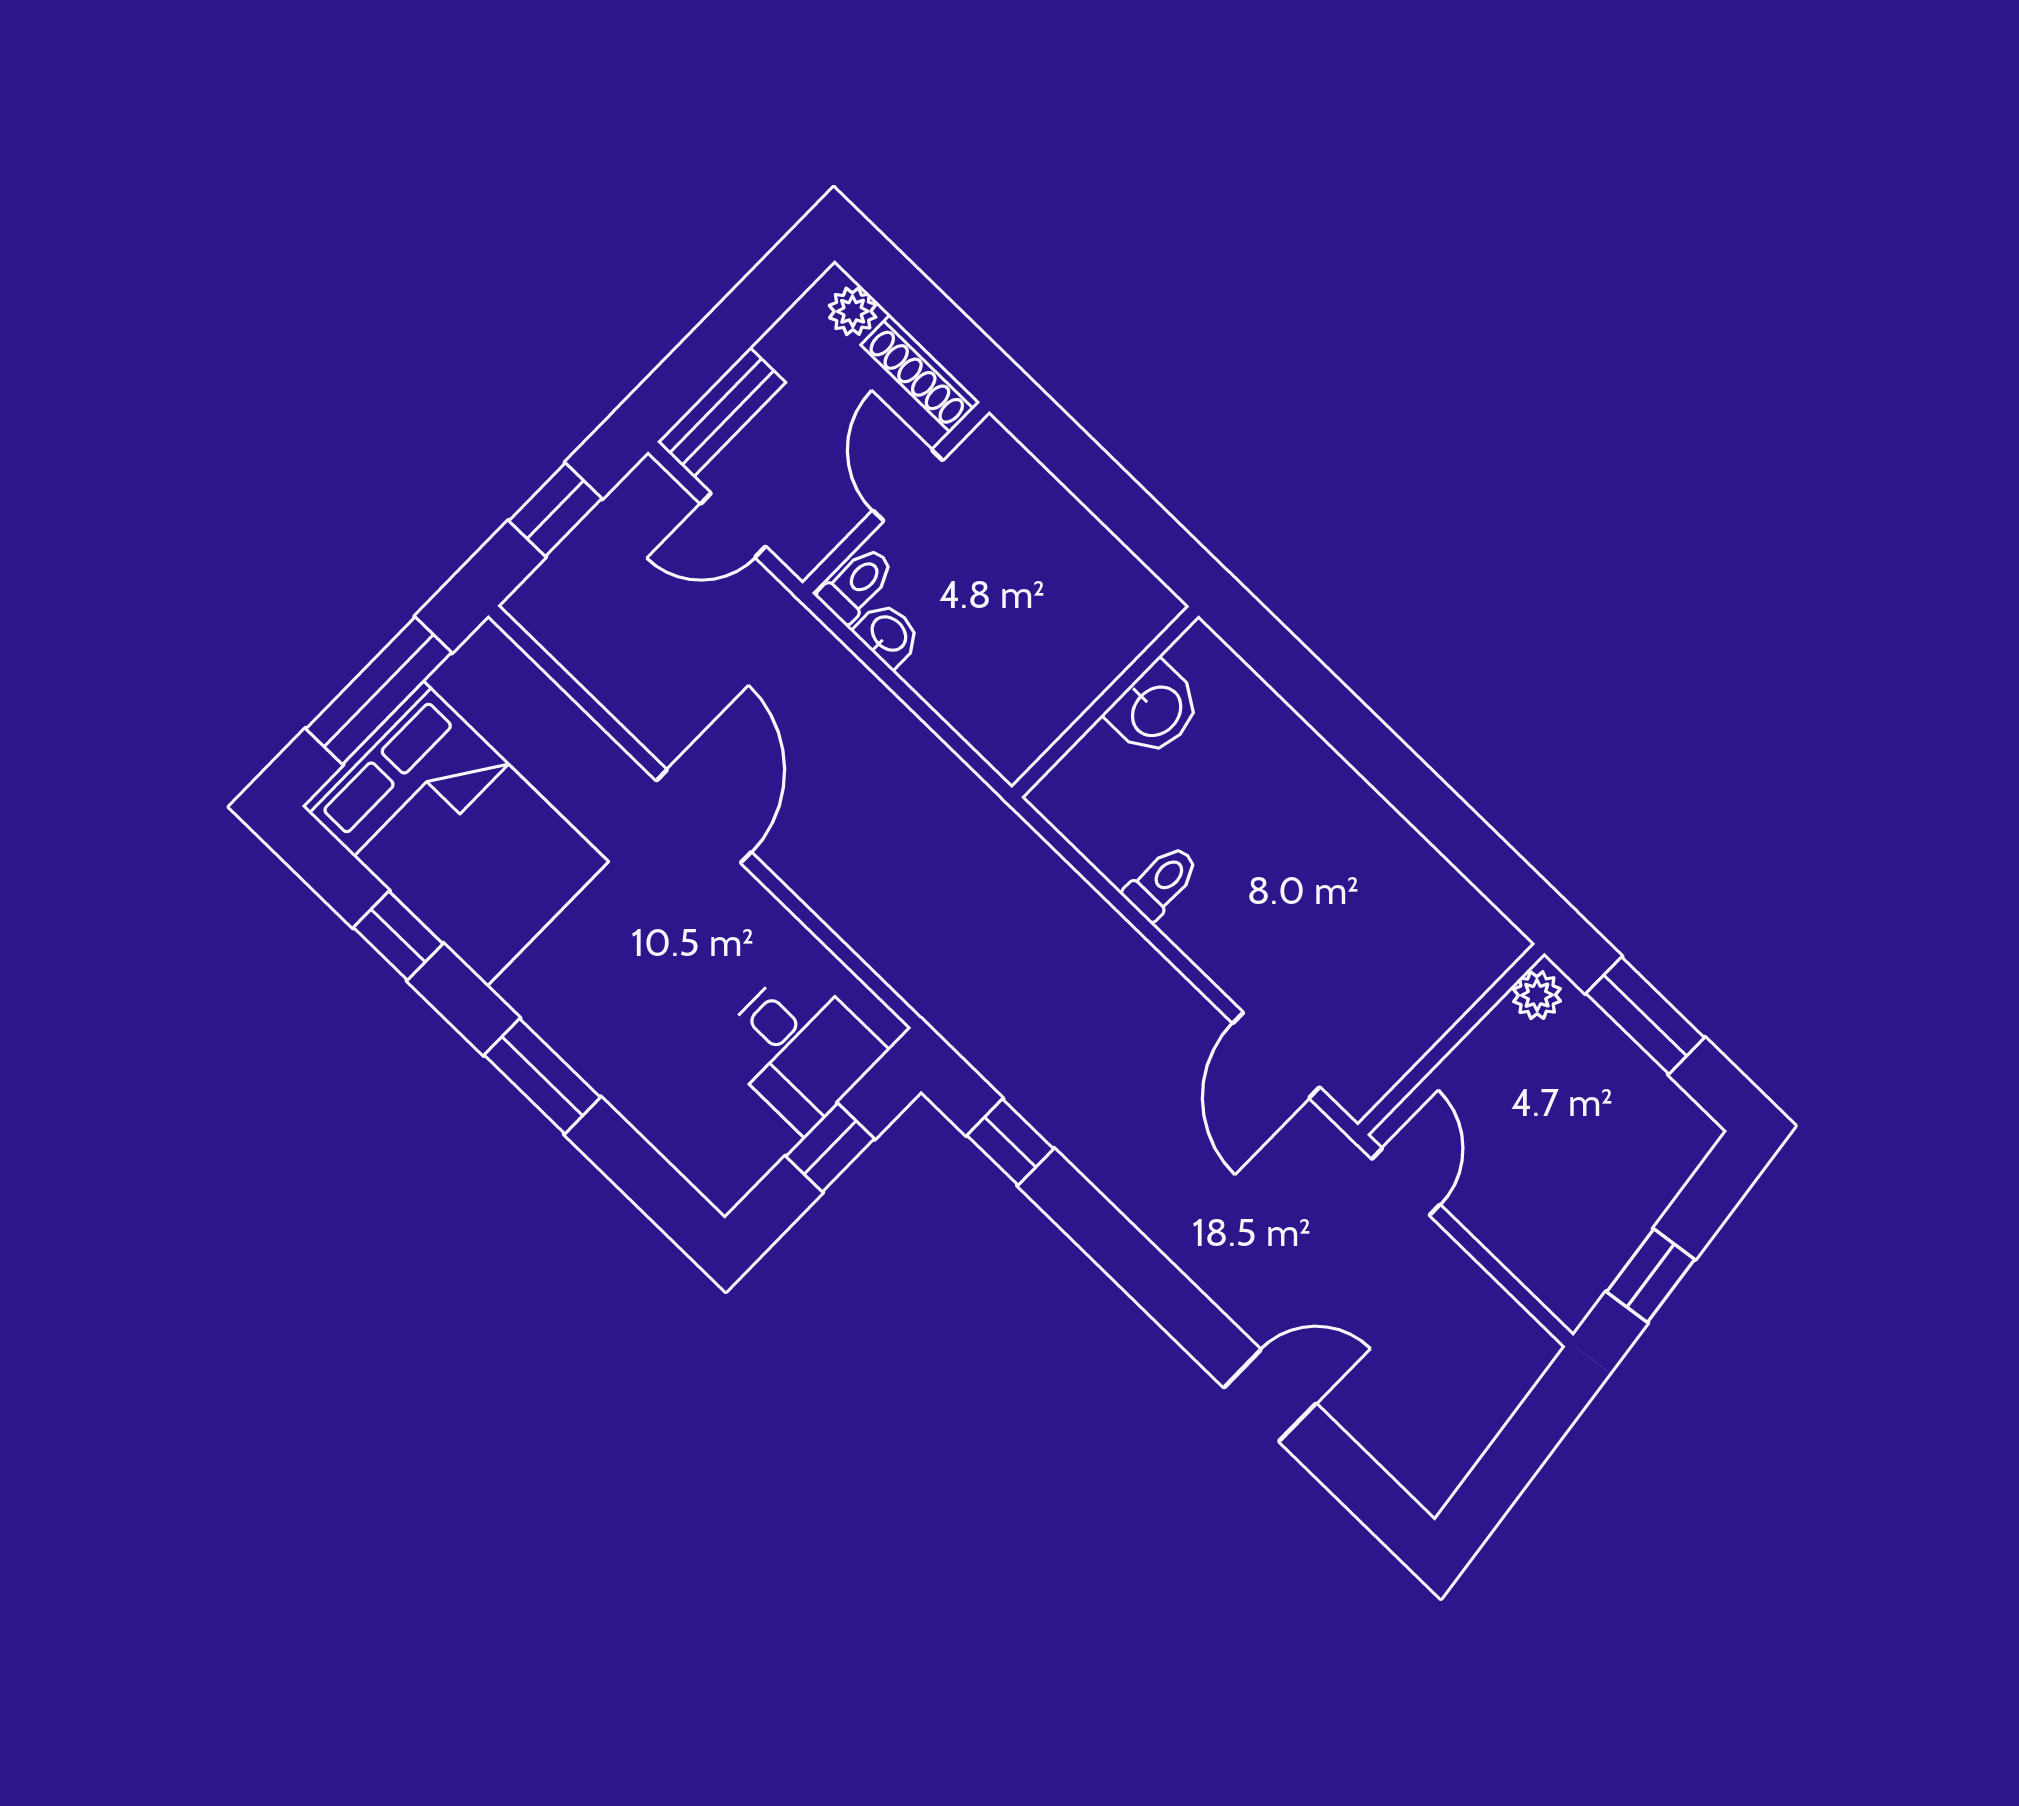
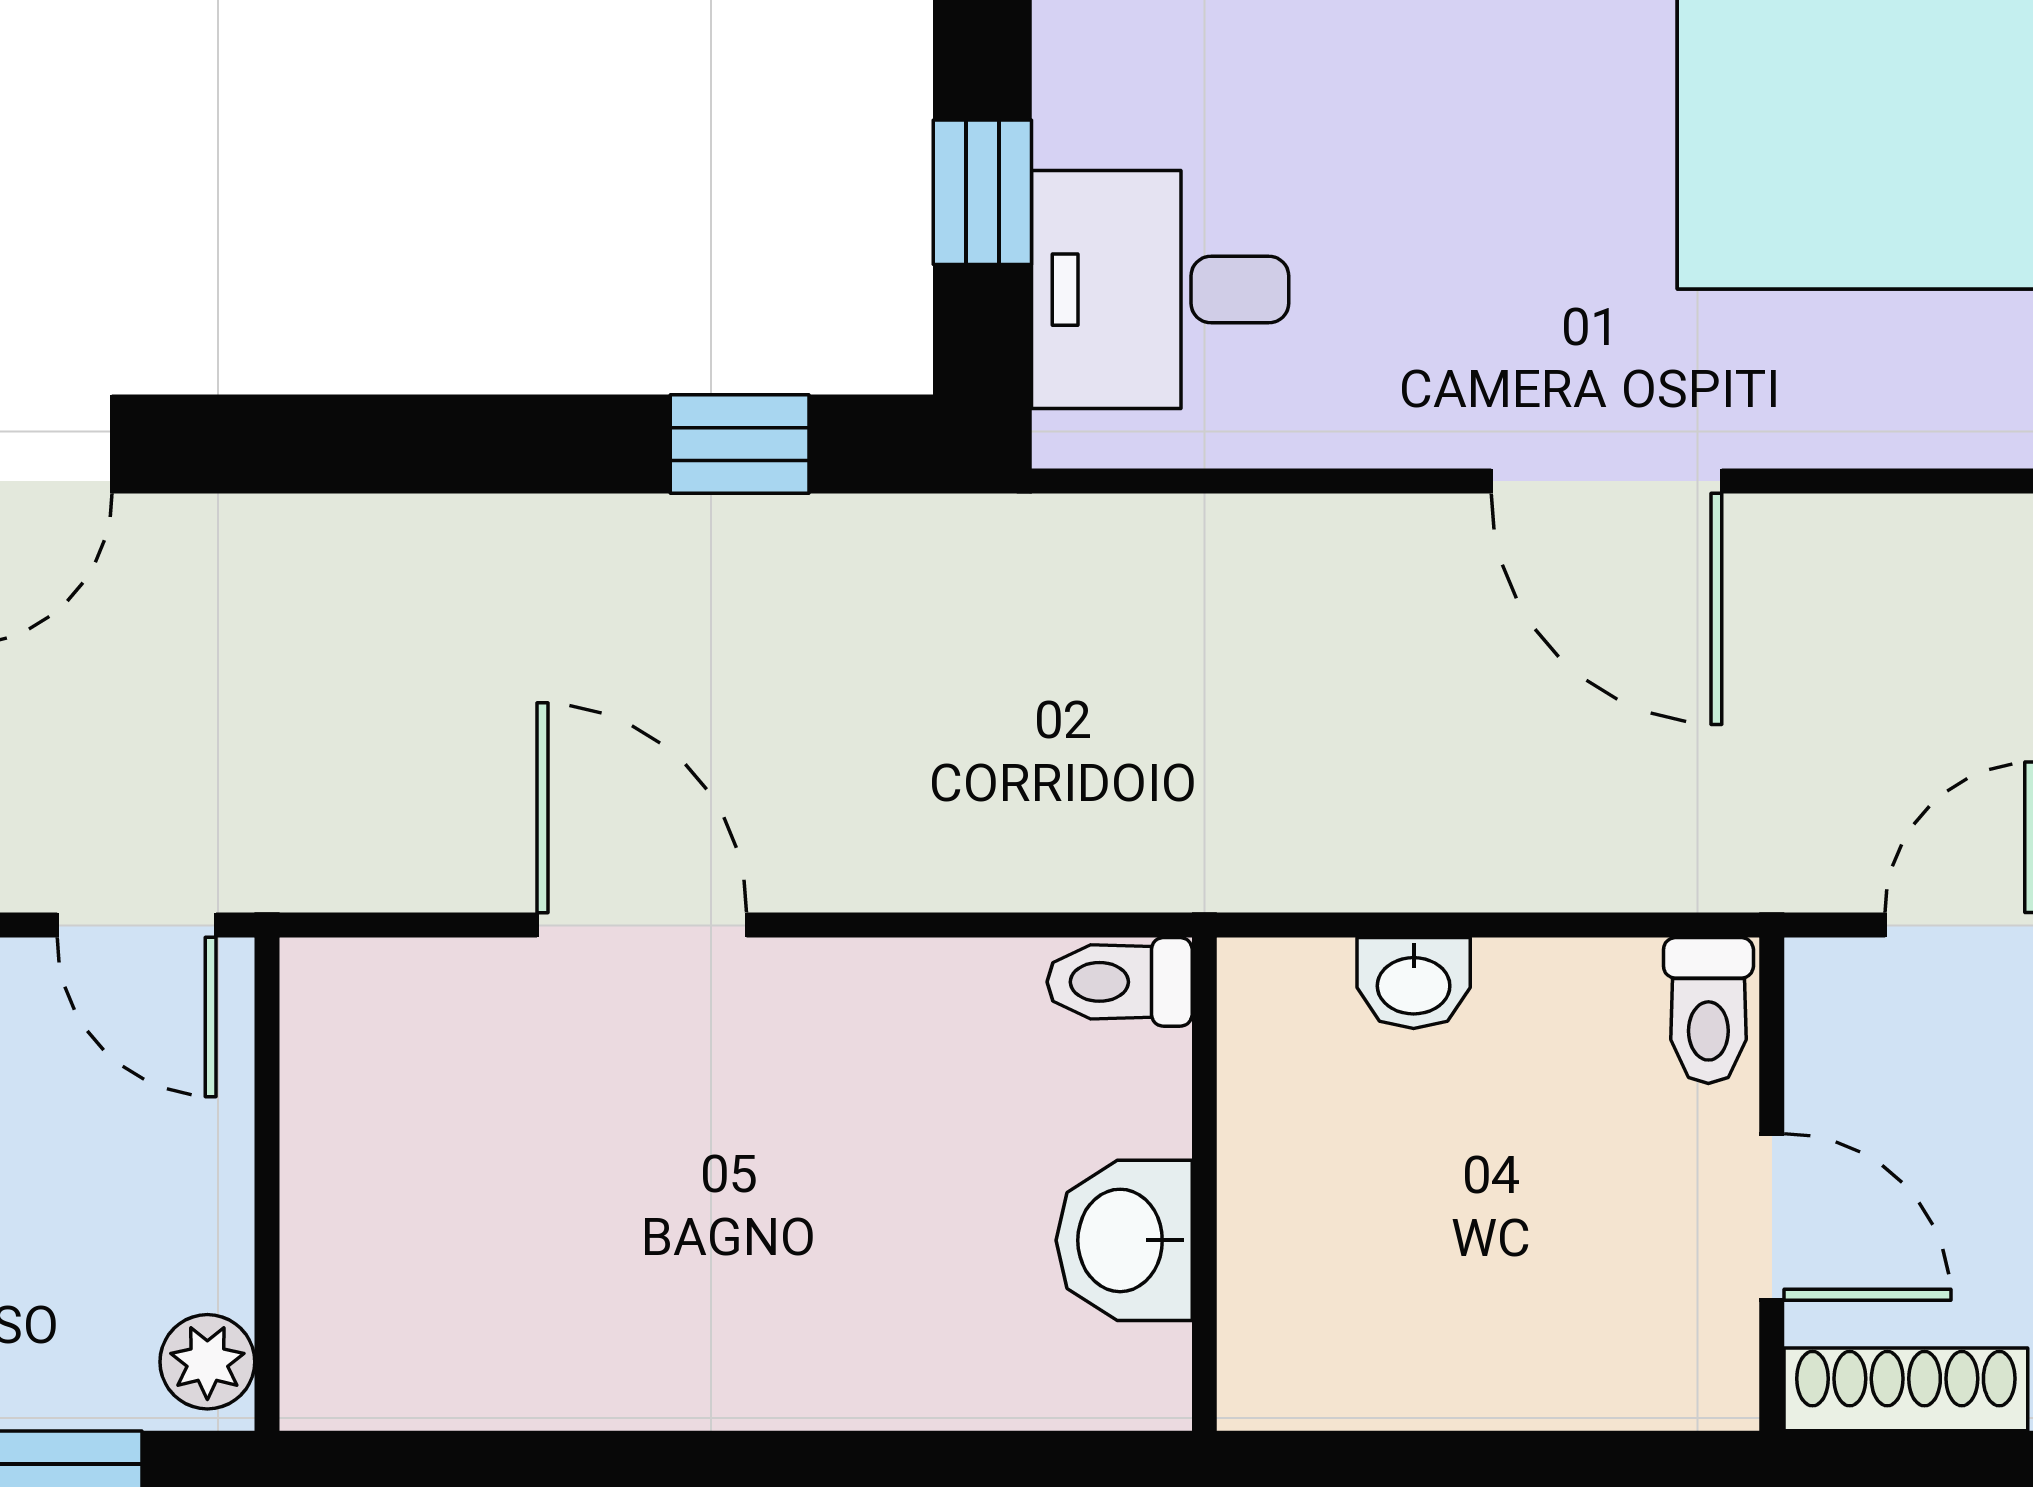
washbasin: (888, 634) -> (1414, 983), moved
toilet: (1162, 882) -> (1120, 982), moved, turned 90
door: (1276, 1055) -> (642, 925), moved

